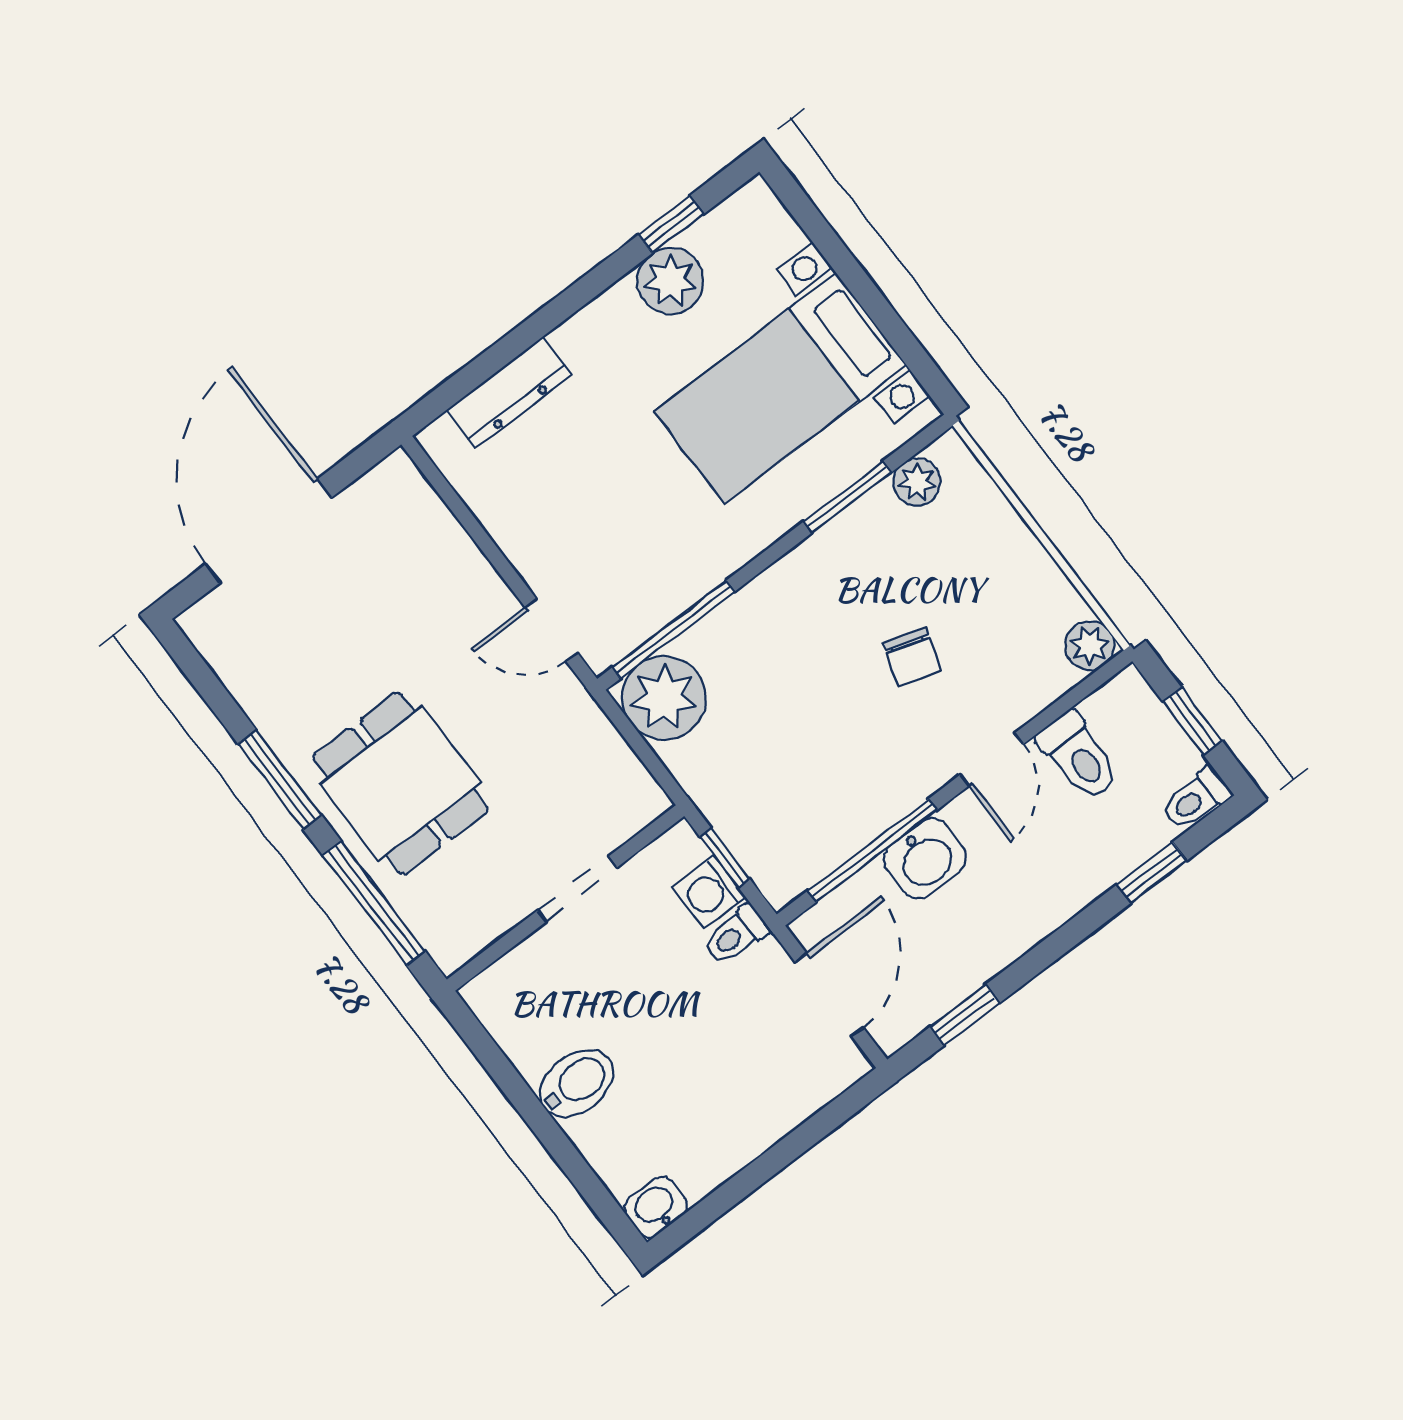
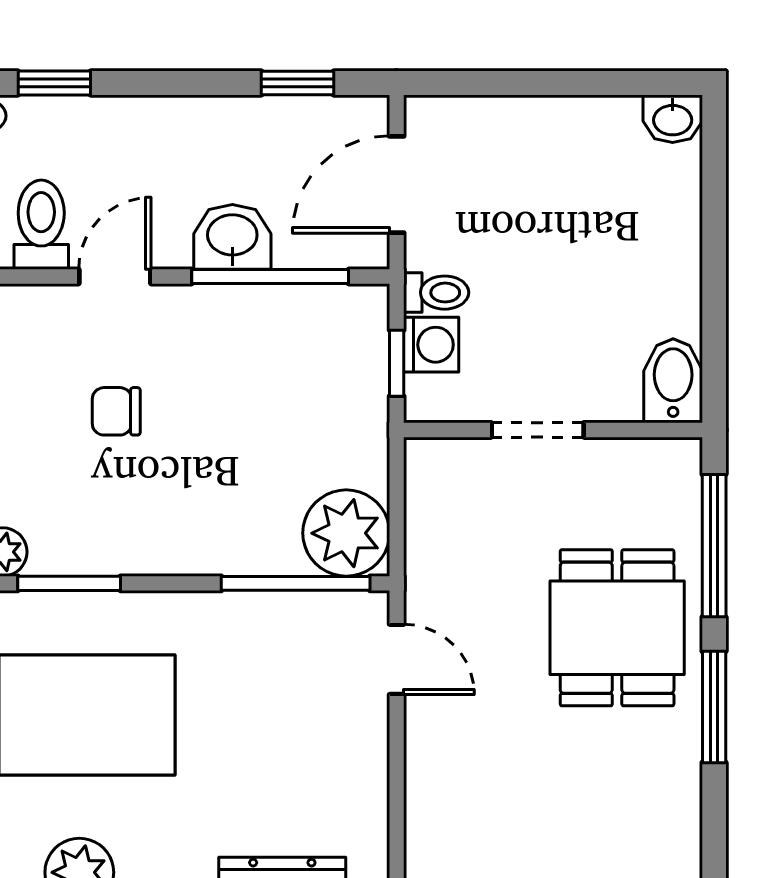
chair: (912, 657) -> (116, 411), turned -107
bidet: (577, 1083) -> (673, 381), moved, turned 90

